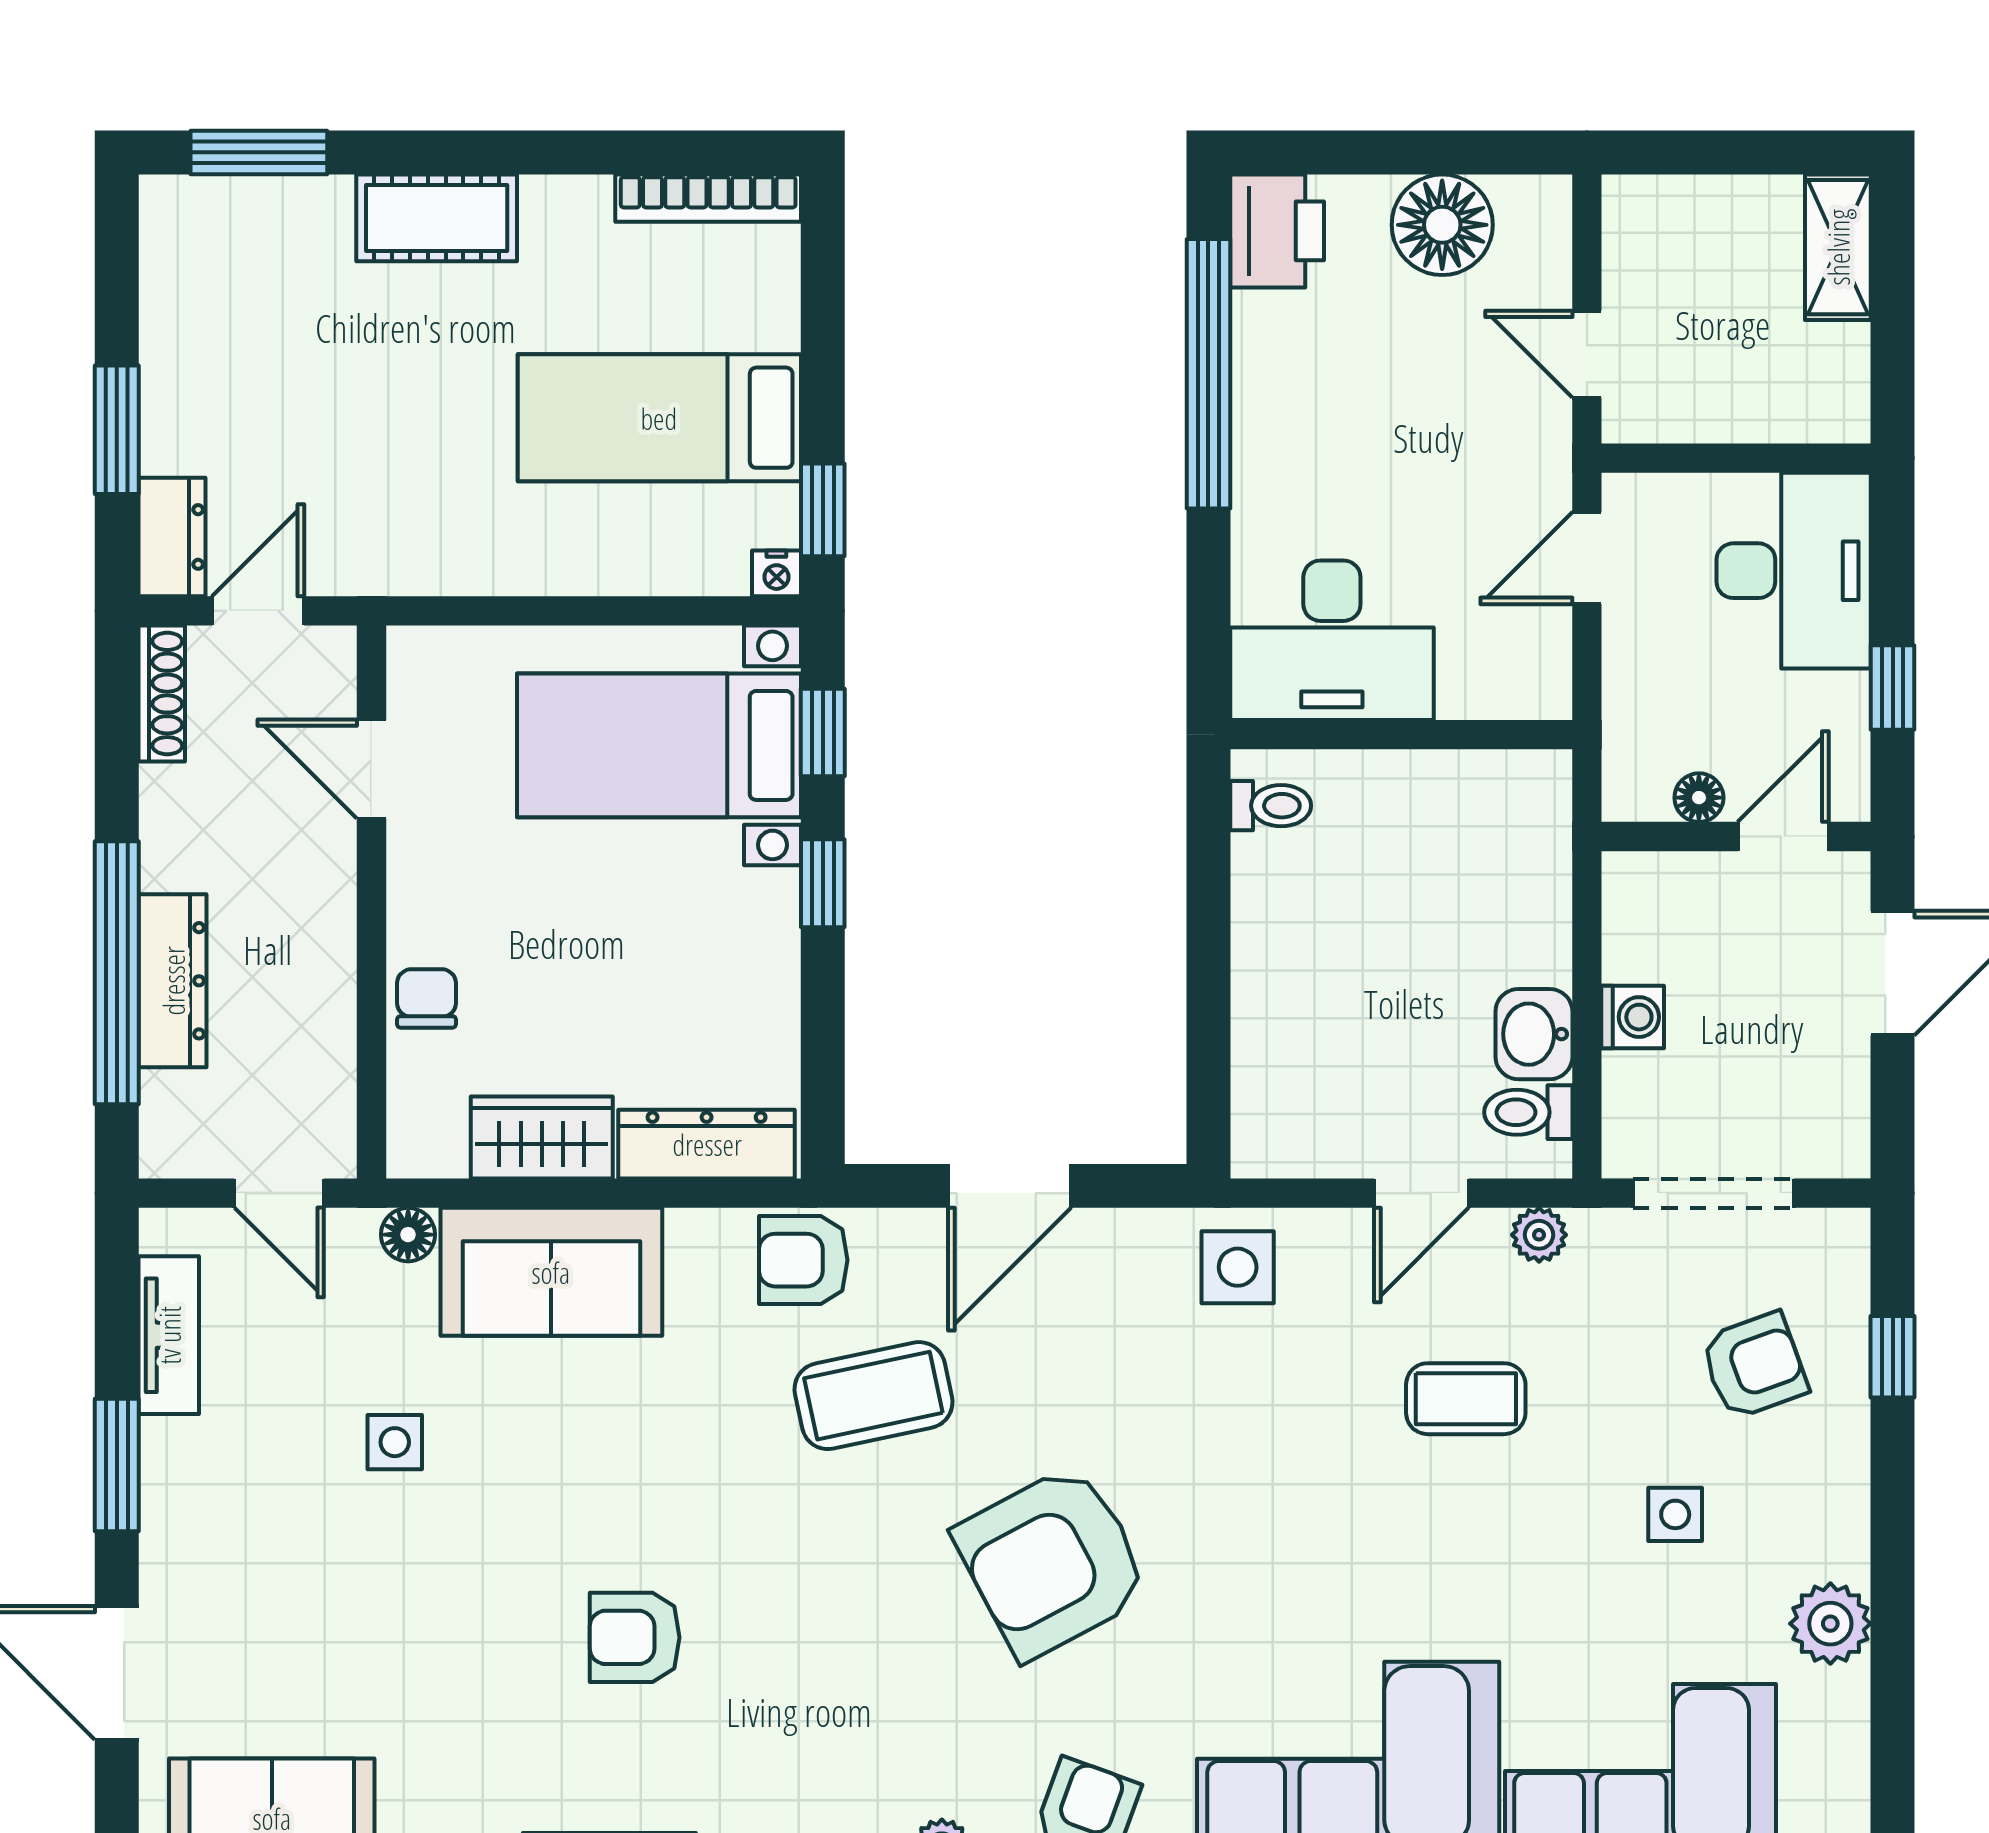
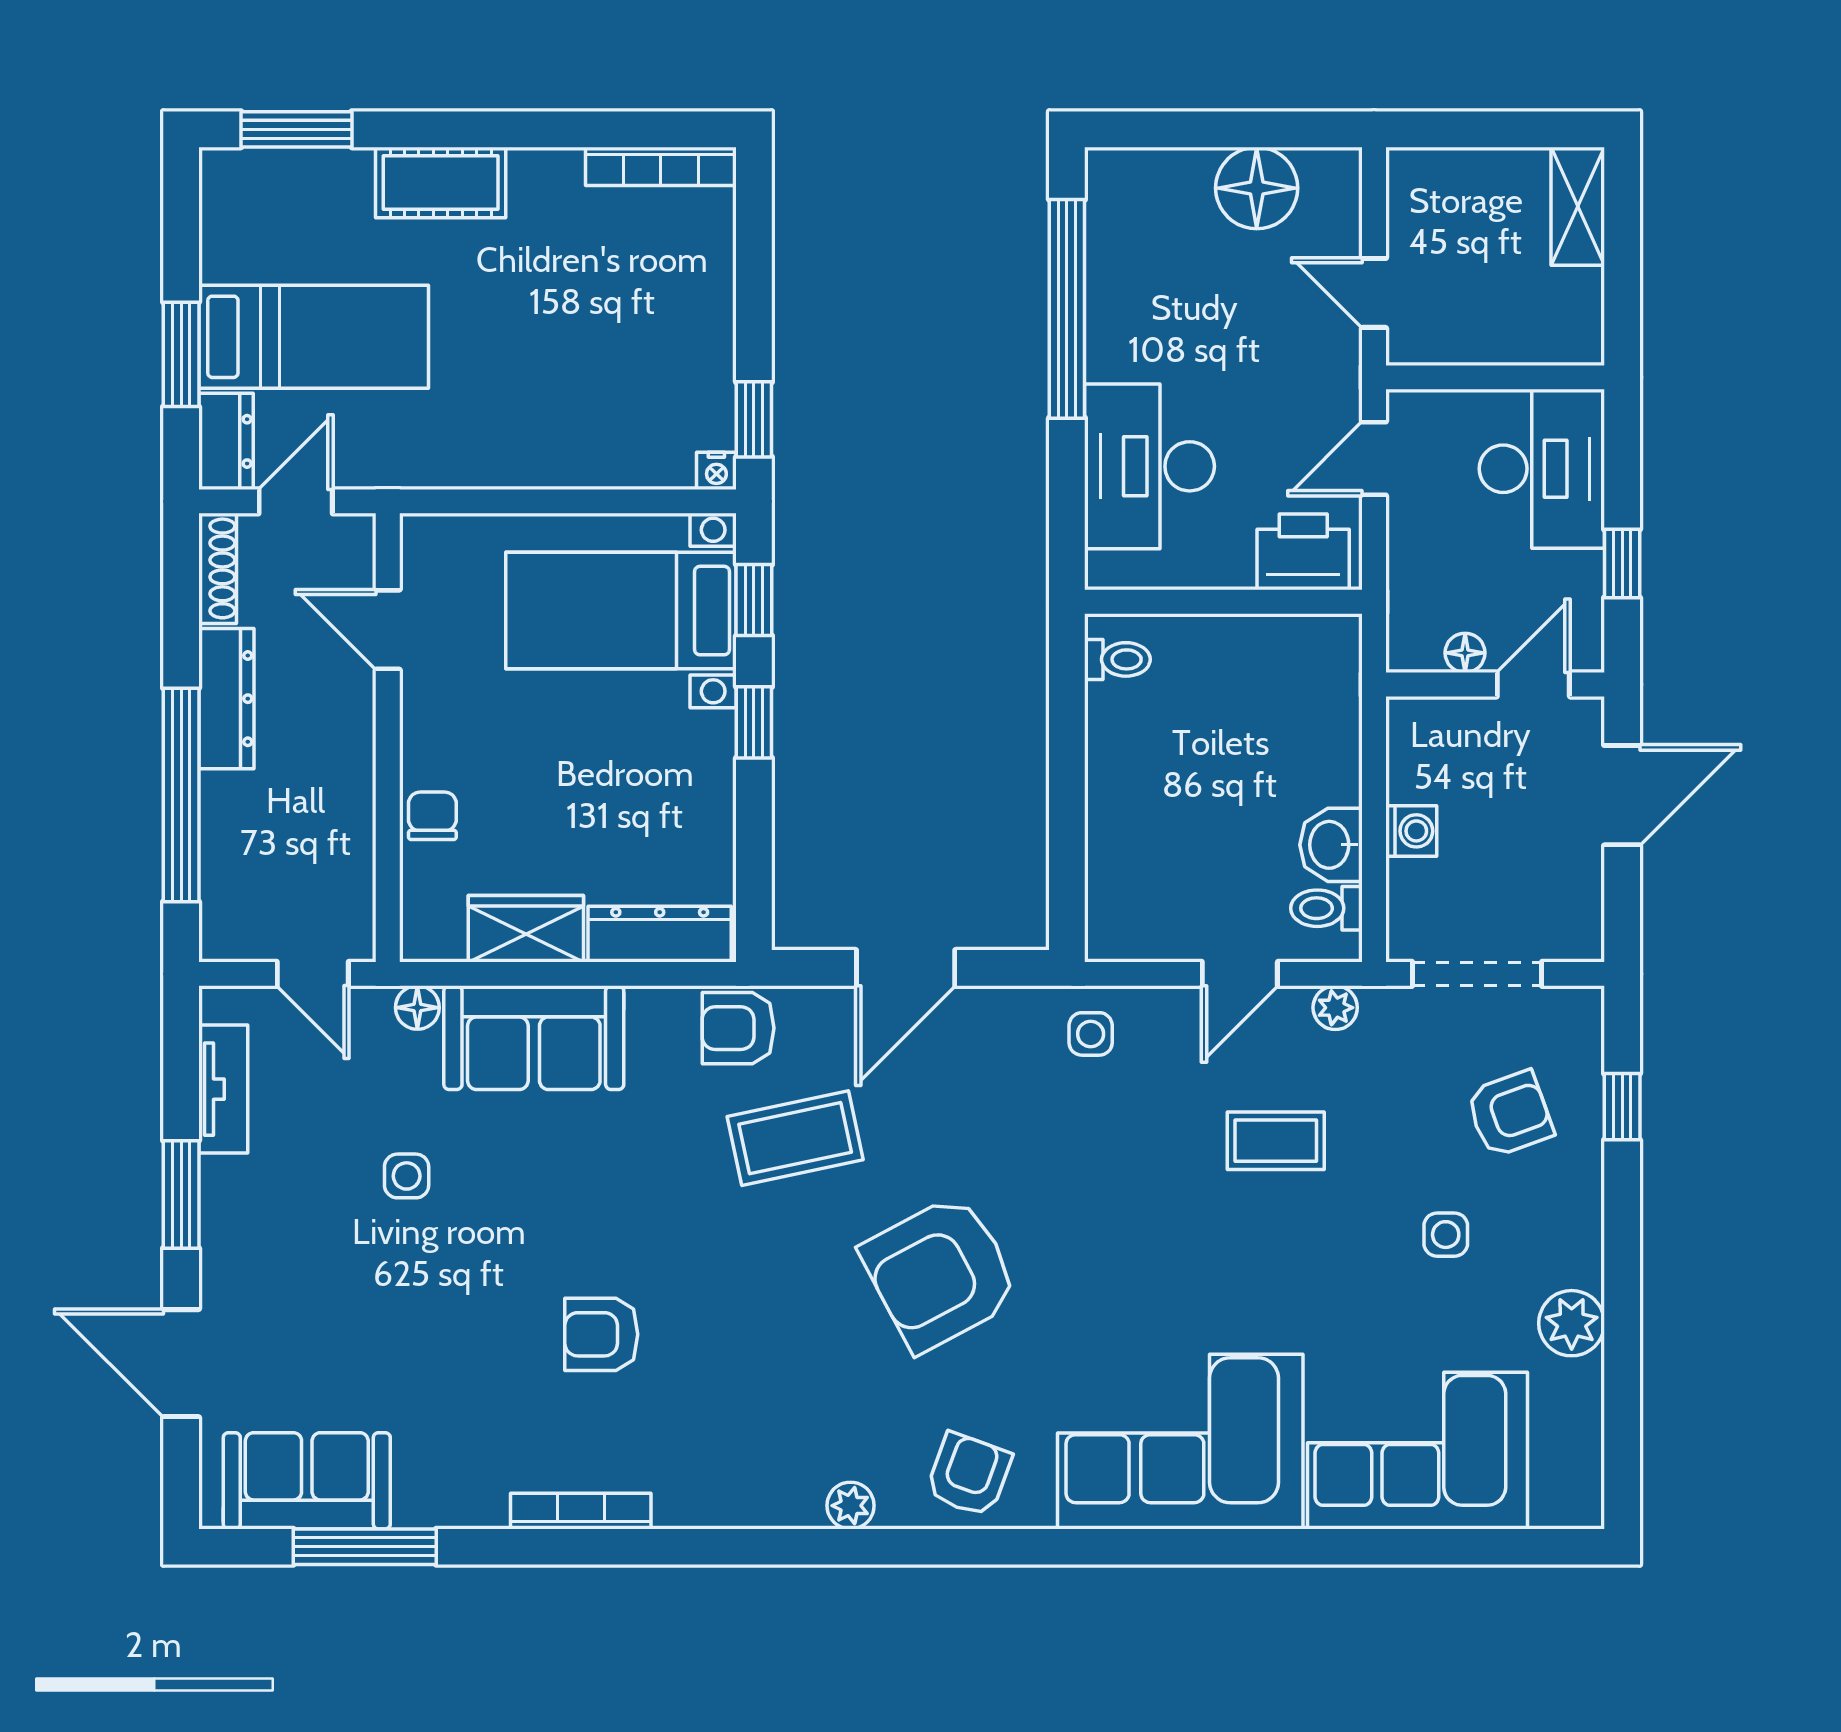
printer: (1277, 231) -> (1303, 552), moved, turned -90
bed: (659, 418) -> (314, 337), moved, turned 180
desk: (1332, 640) -> (1149, 466), moved, turned 90
dresser: (173, 981) -> (226, 699), moved
side table: (1238, 1267) -> (1091, 1034), width x0.73, depth x0.73

